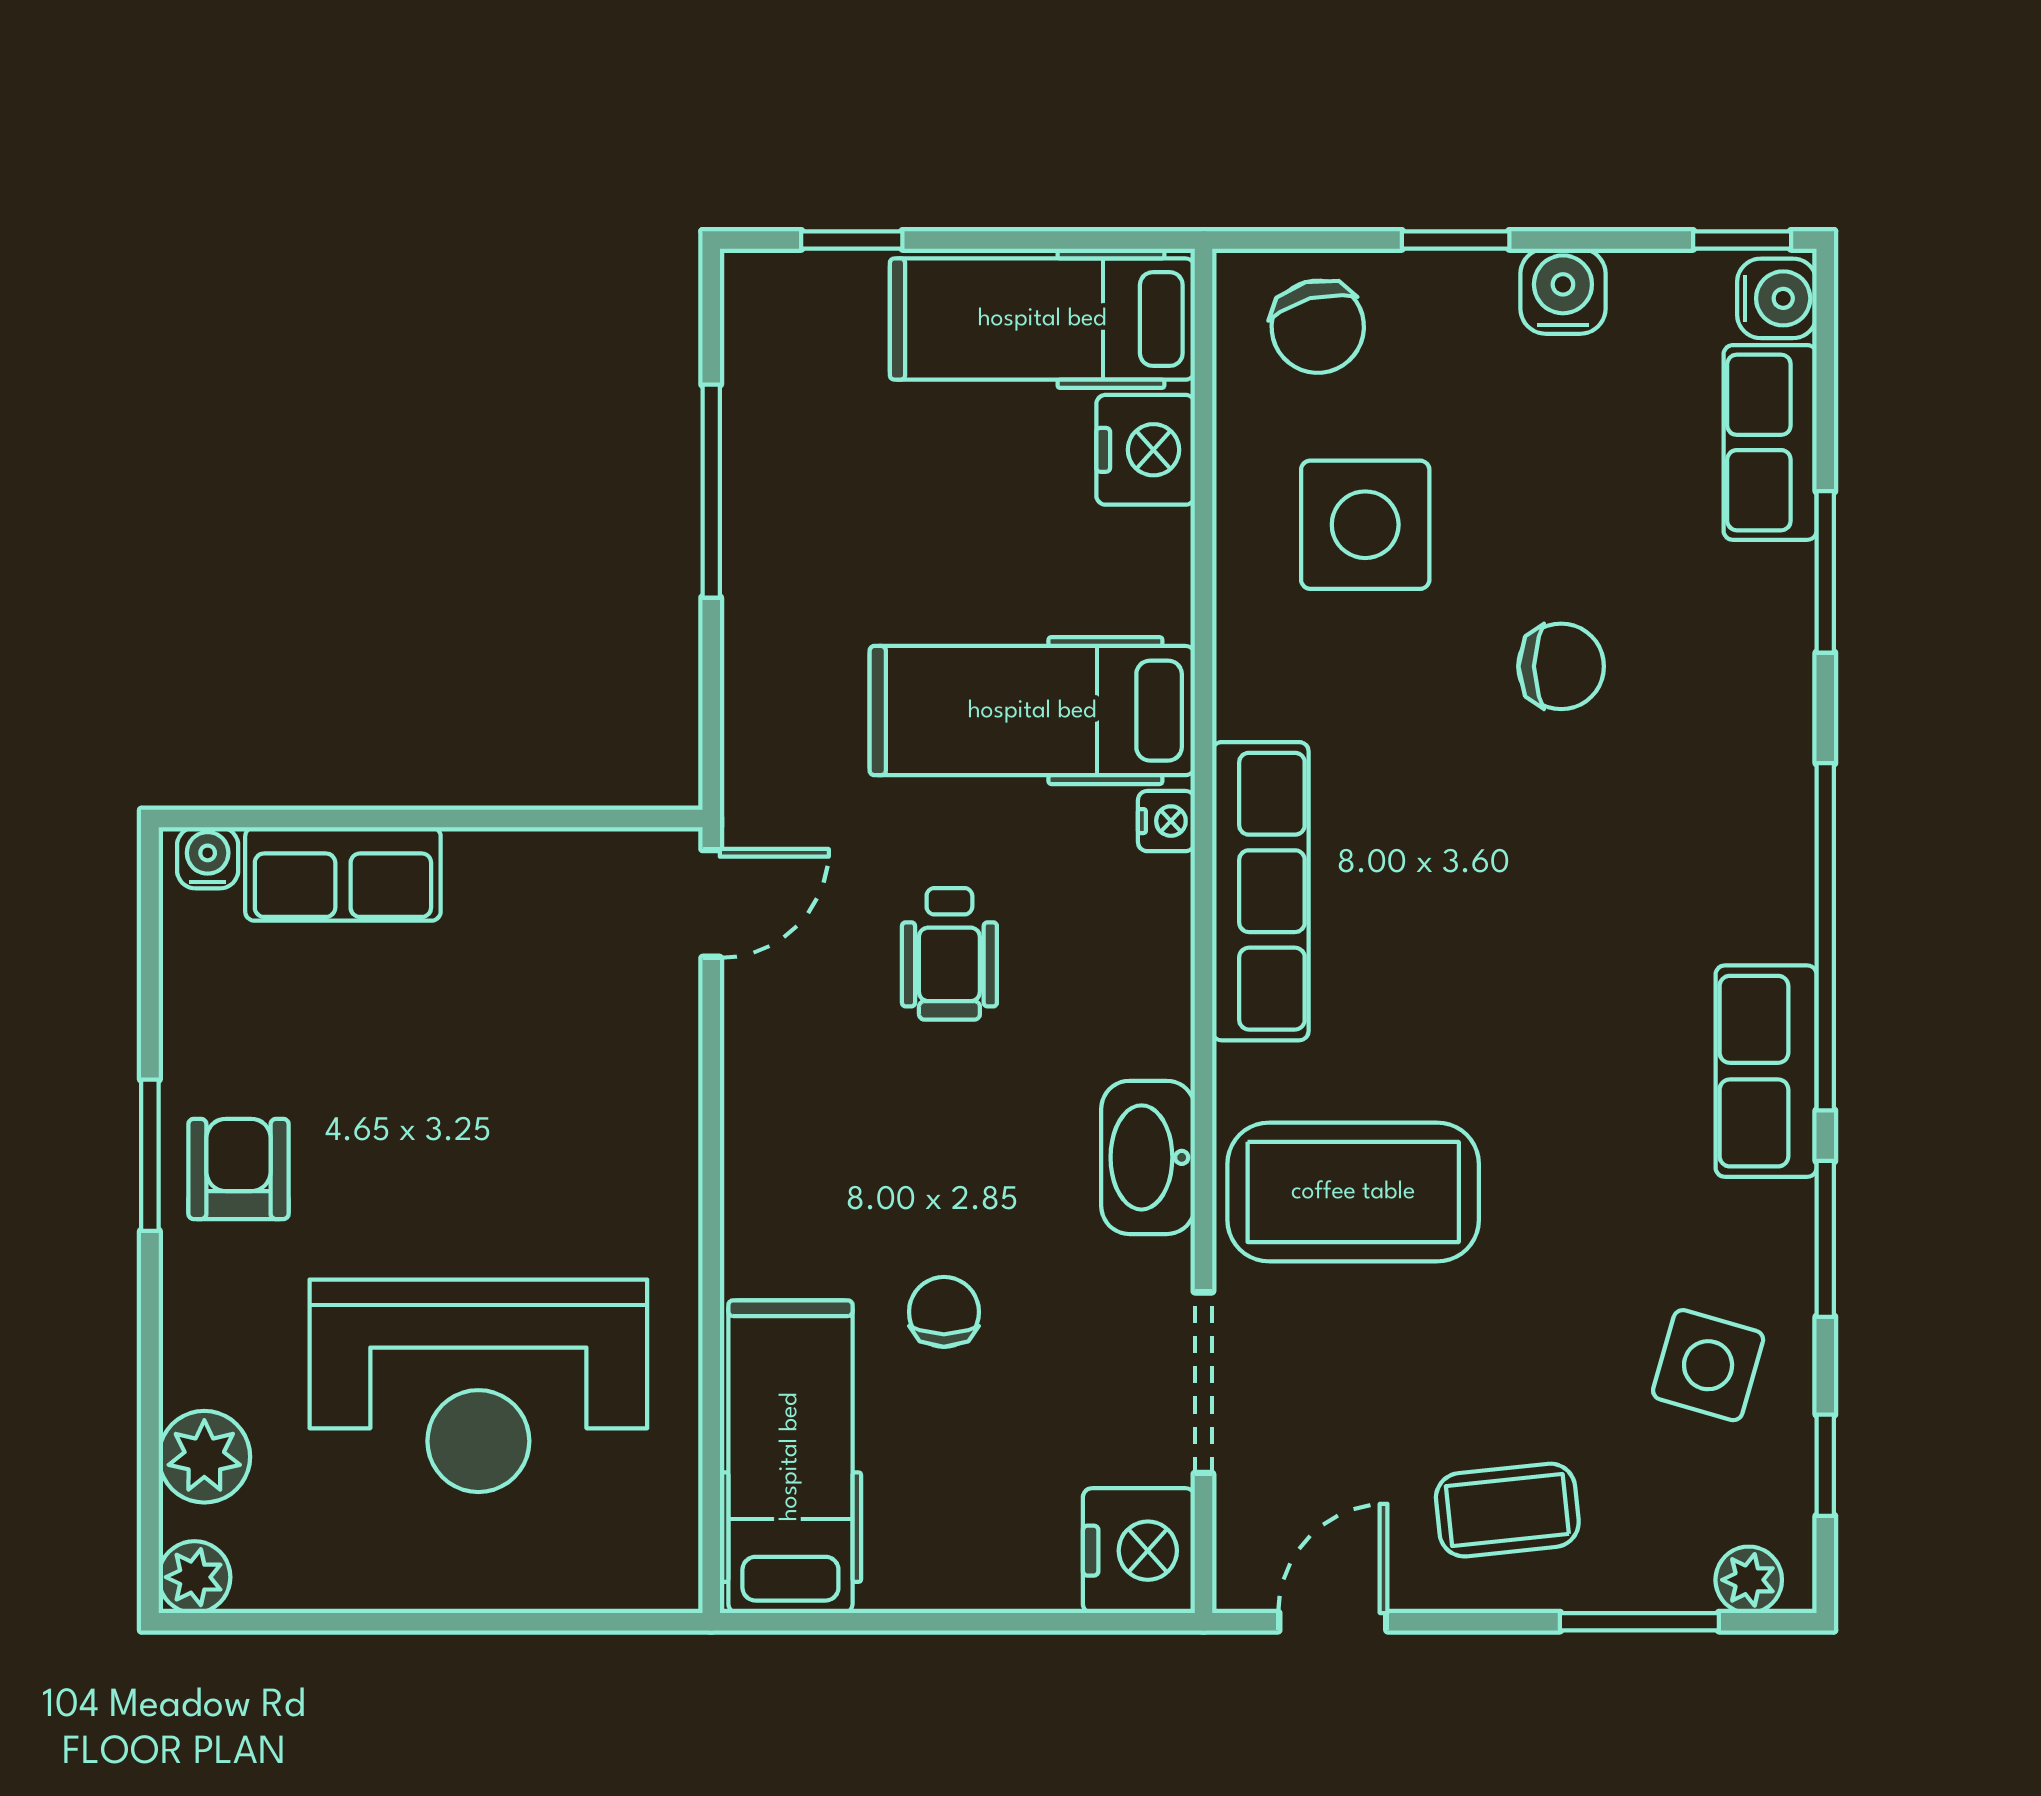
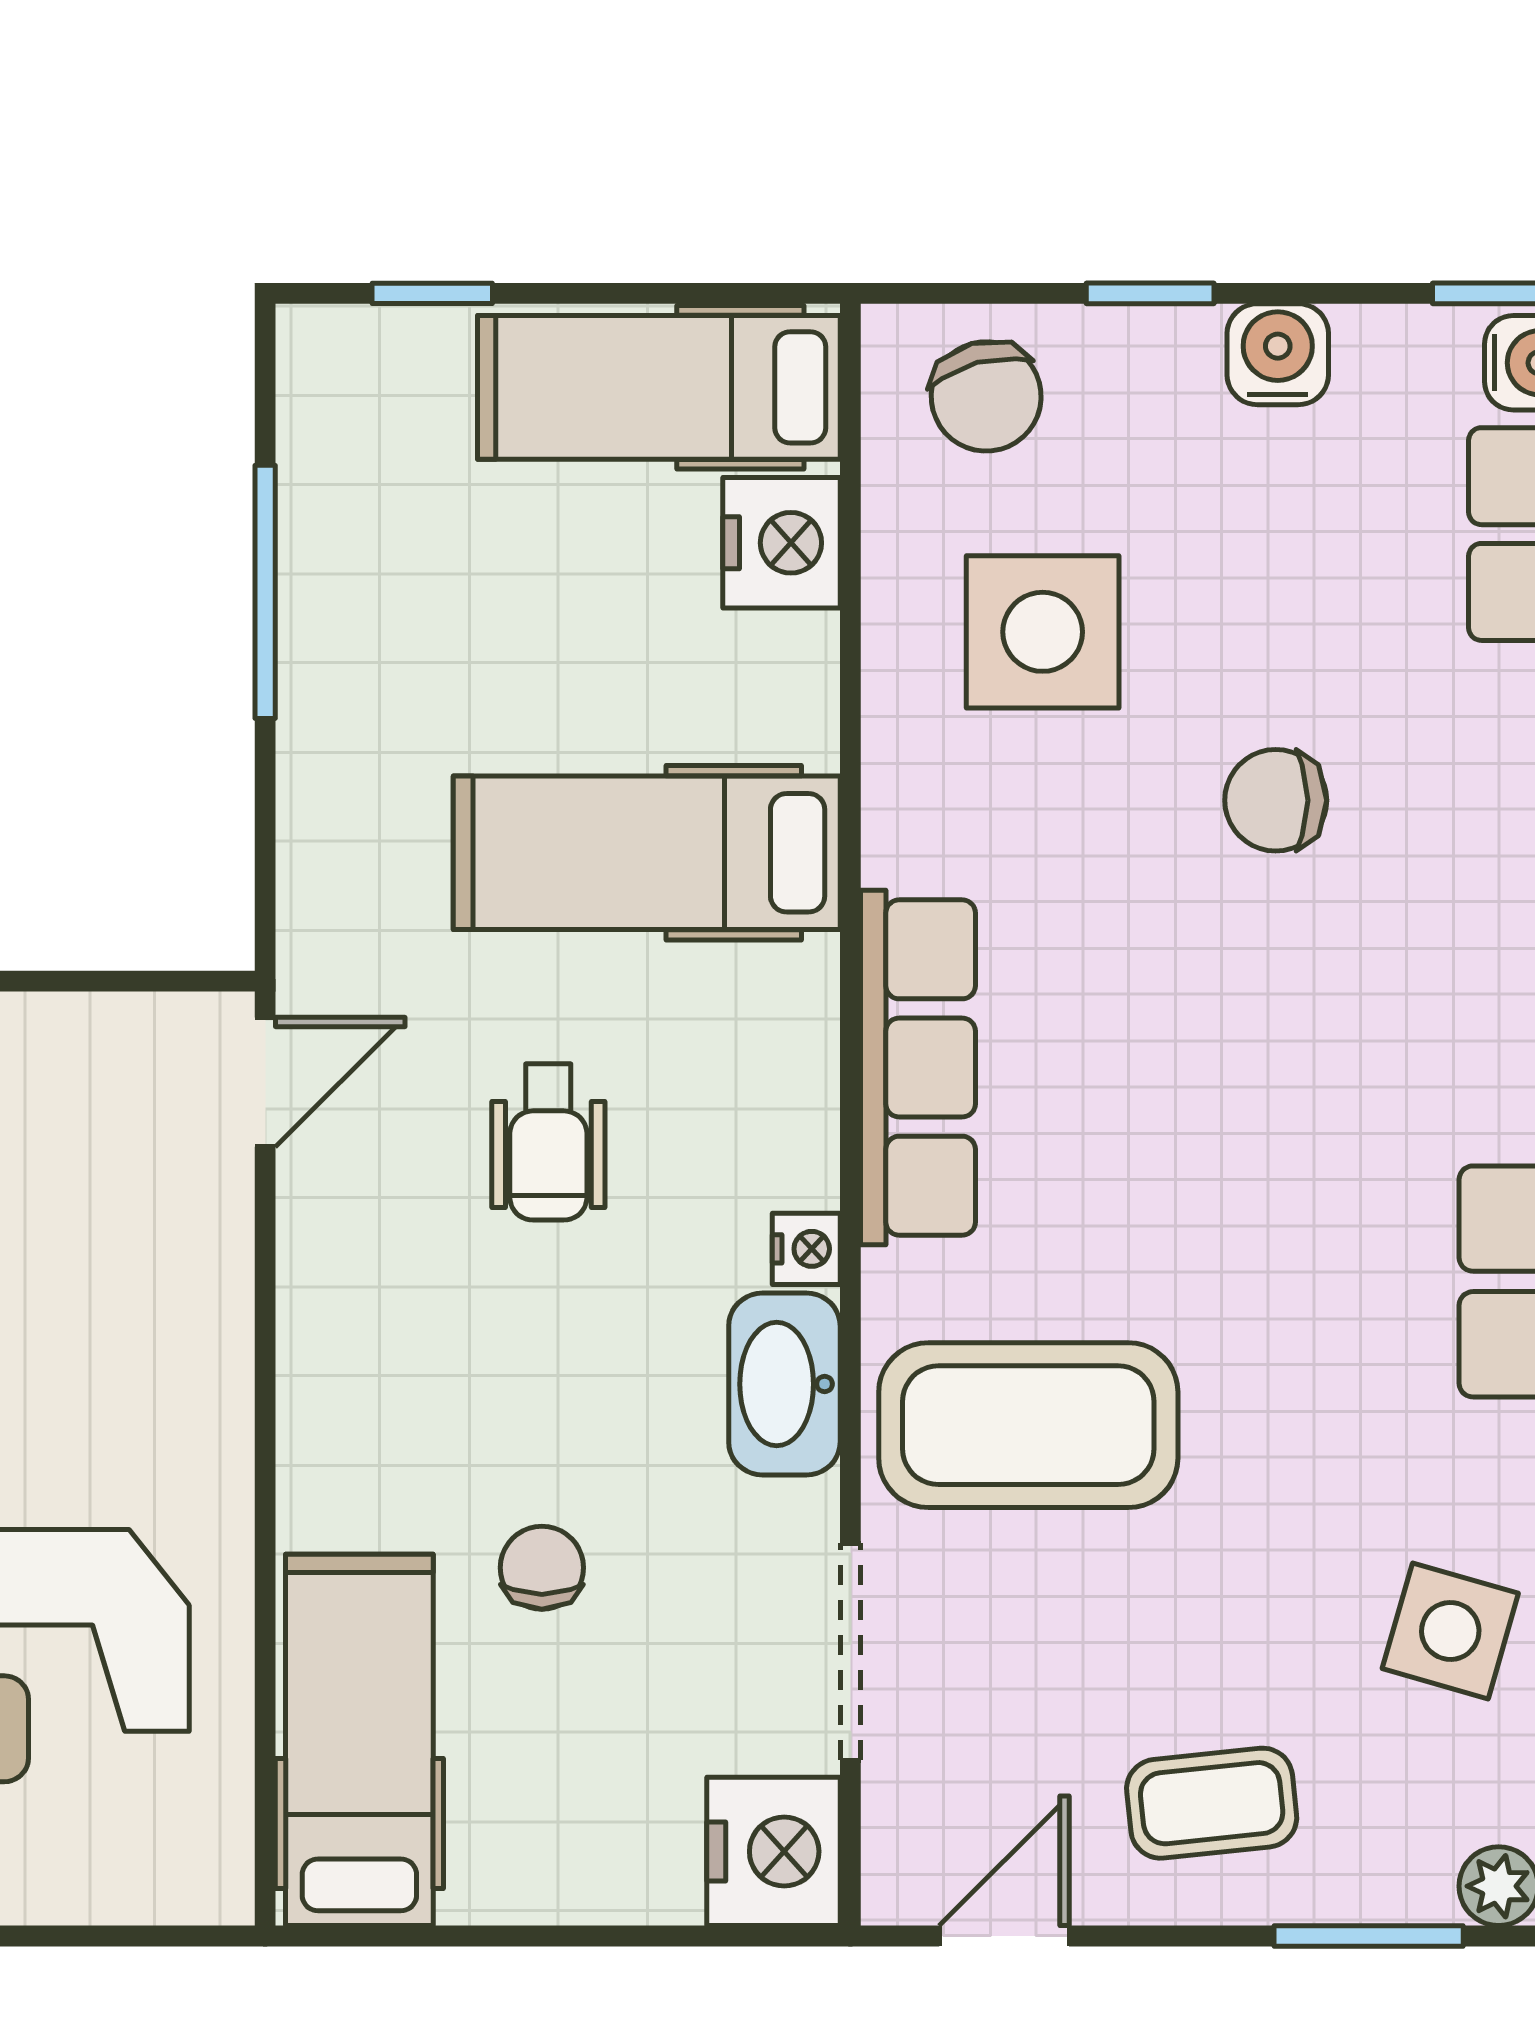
chair: (1561, 666) -> (1276, 800), turned 180
nightstand: (1166, 821) -> (806, 1249), moved

